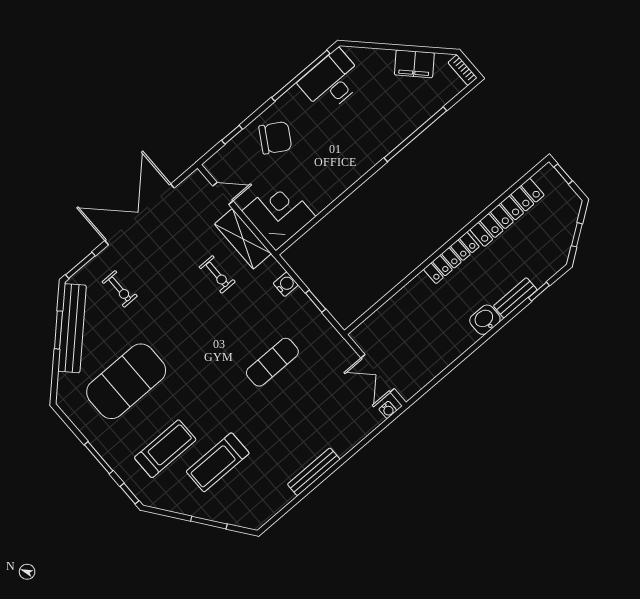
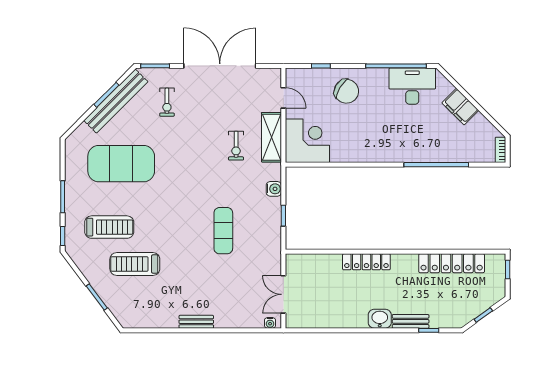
filing cabinet: (414, 64) -> (460, 107), moved
locker: (451, 258) -> (366, 262), moved
exercise mat: (272, 362) -> (223, 231), turned 90
bench: (314, 472) -> (196, 322), width x0.73

